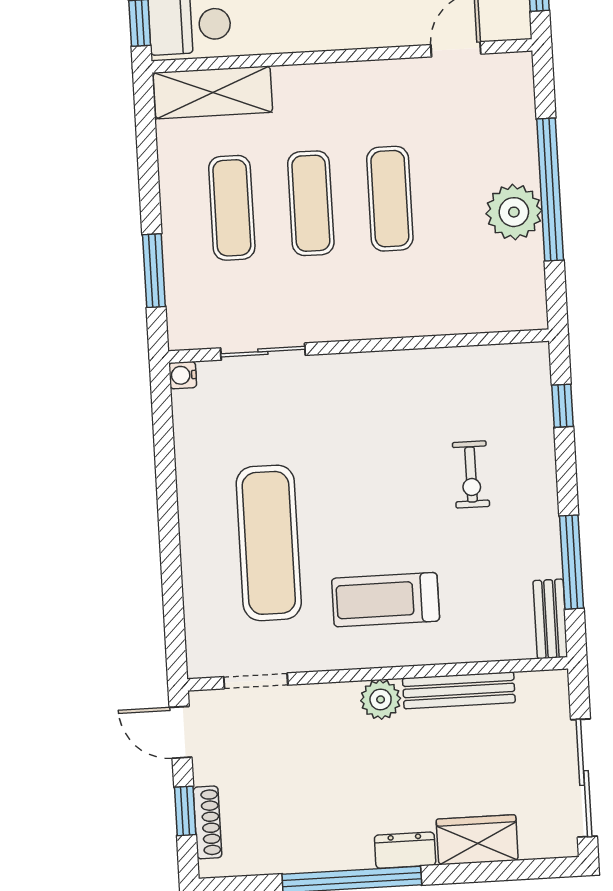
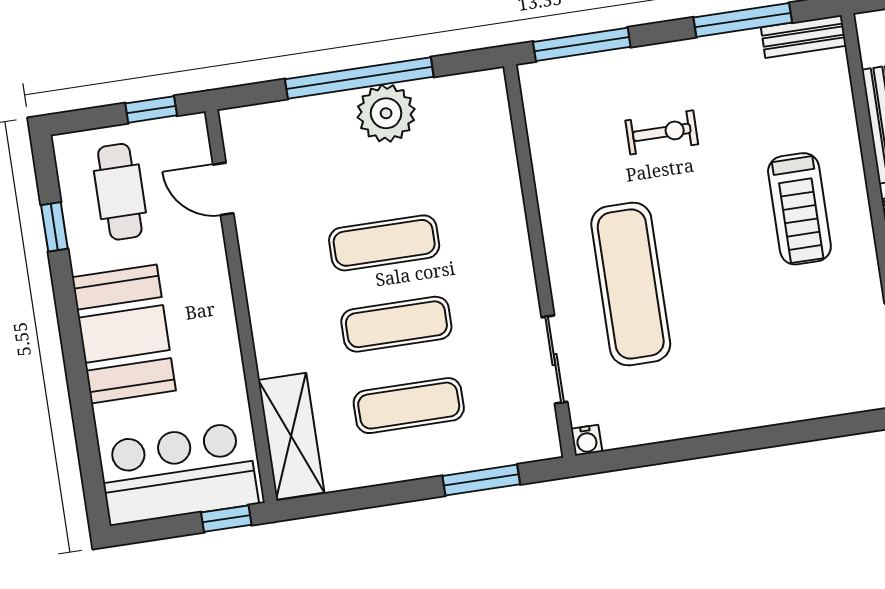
window: (562, 406) -> (582, 44), width x2.17
exercise mat: (269, 543) -> (631, 284), moved, turned 90

